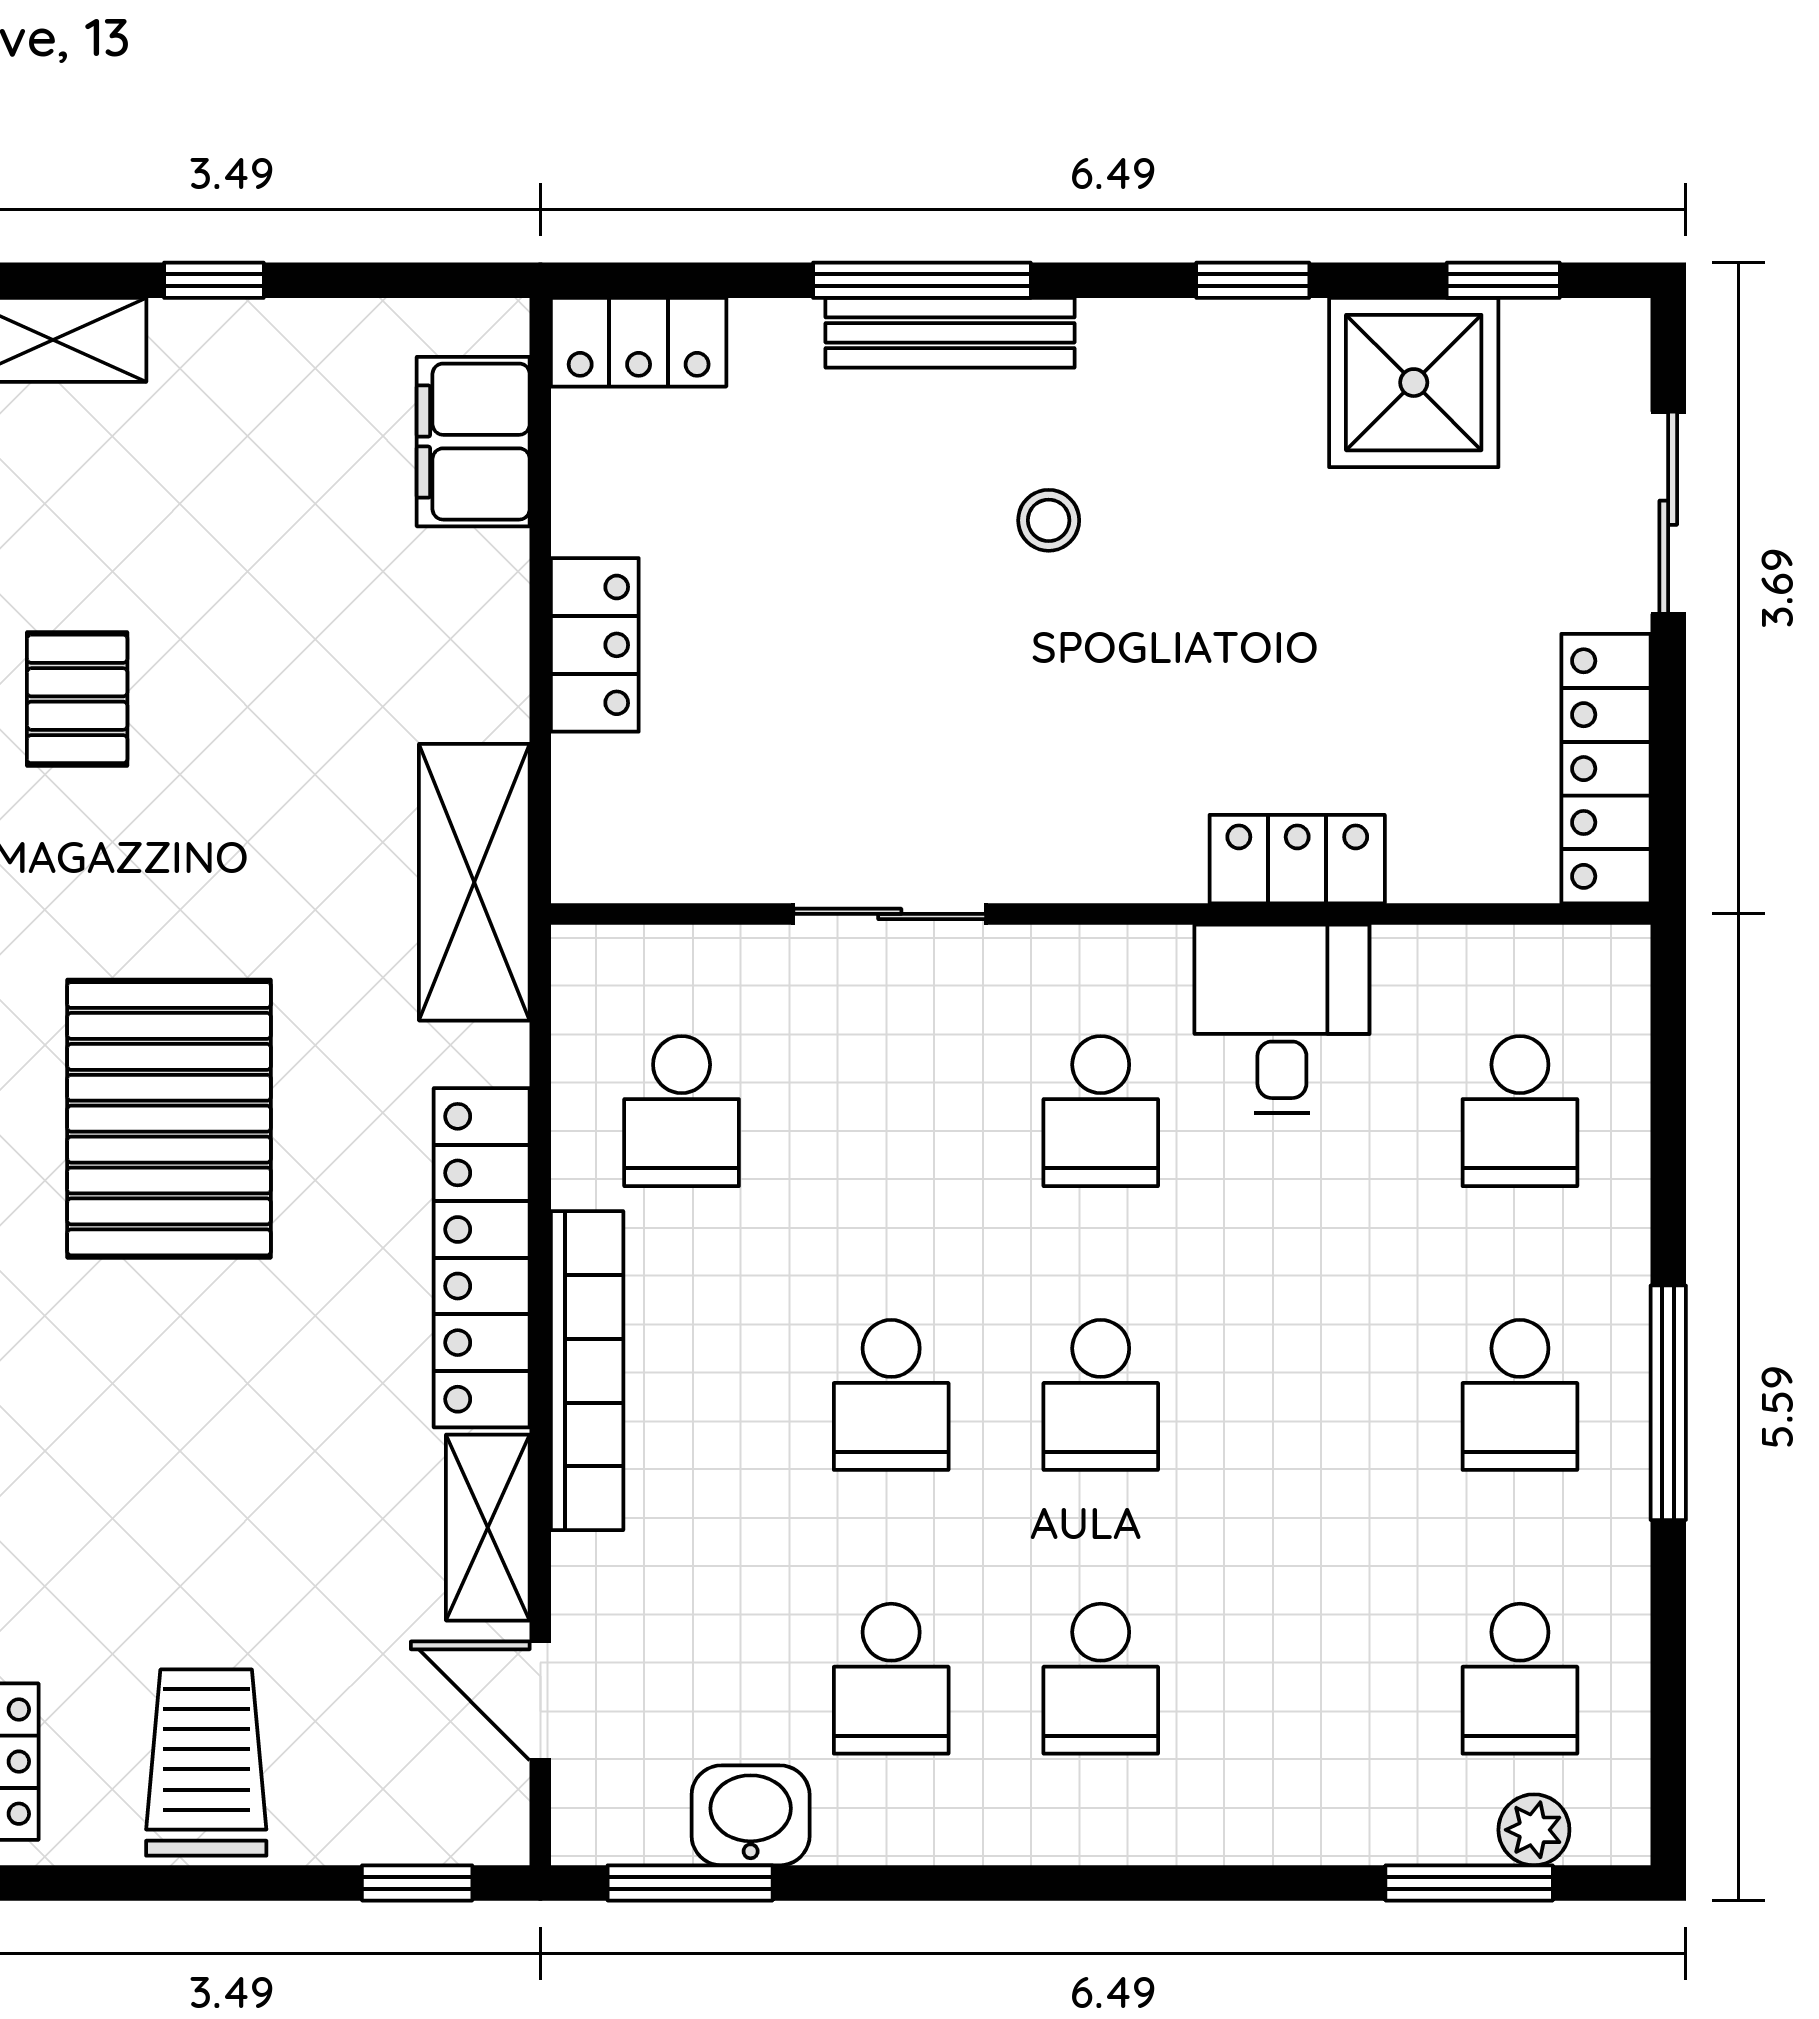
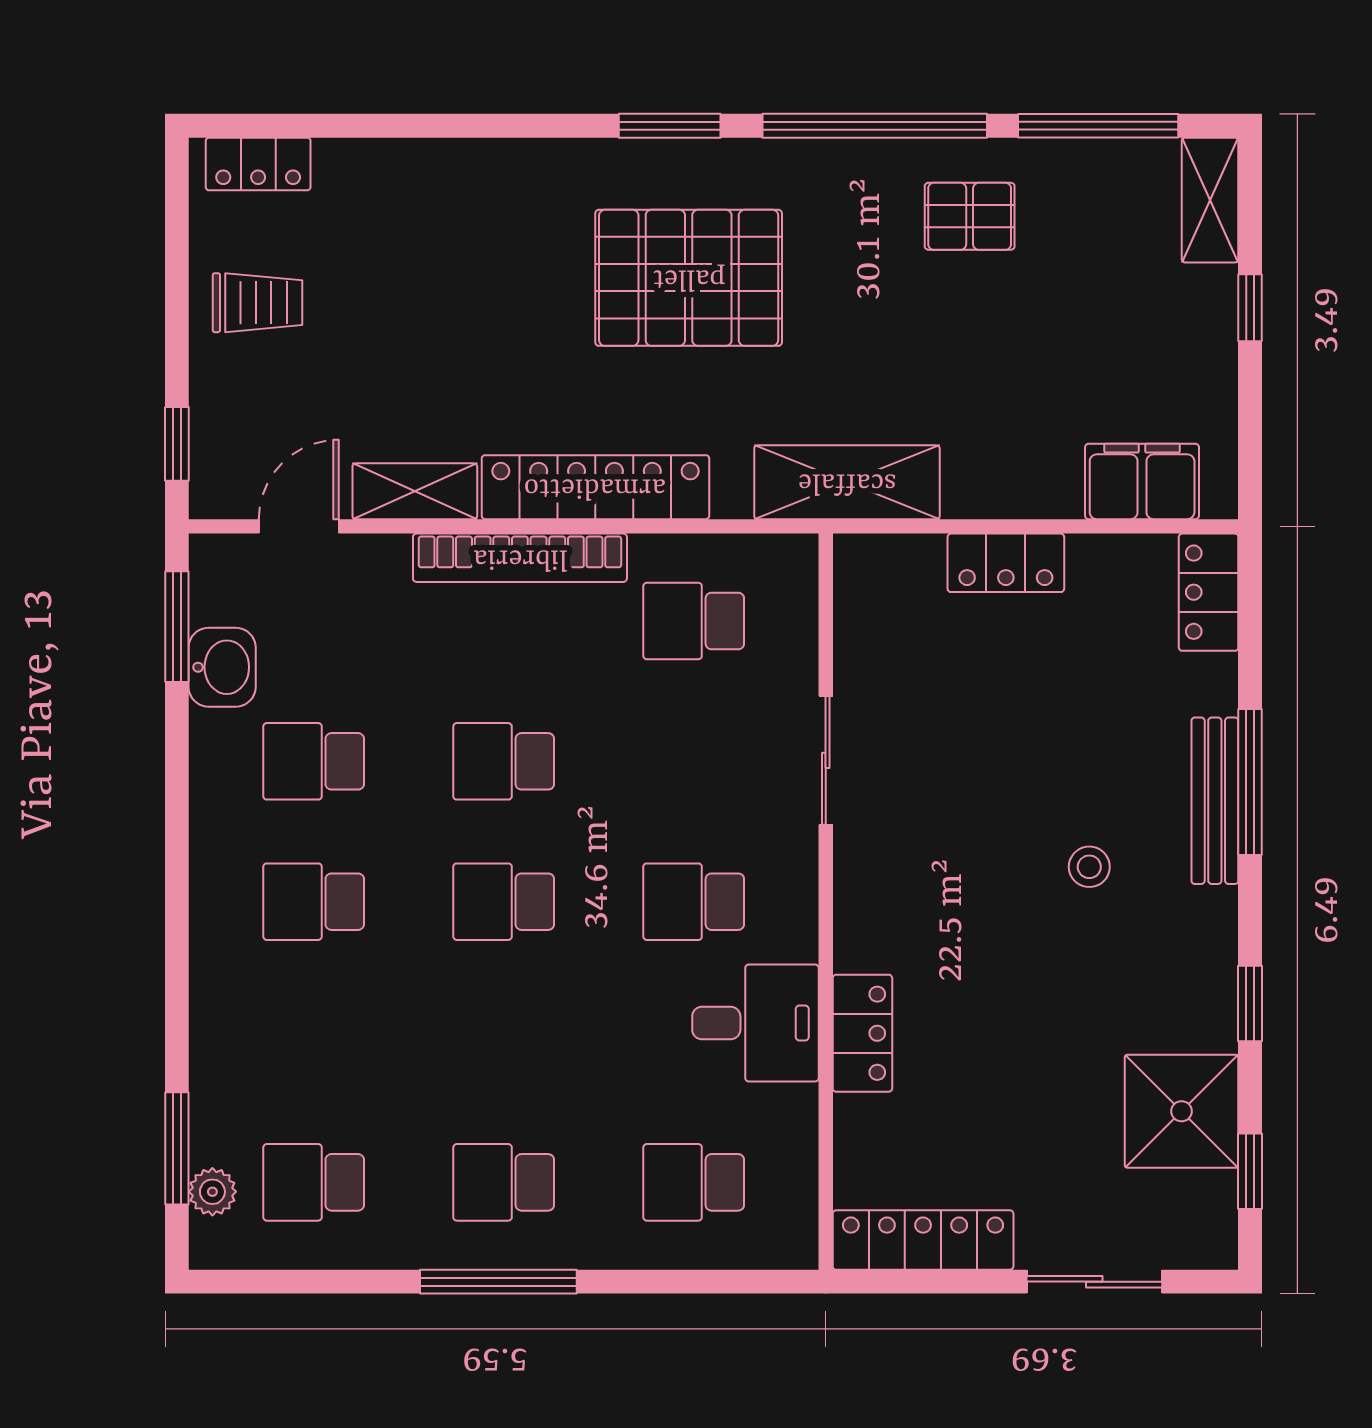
trolley: (206, 1763) -> (257, 303), width x0.73, depth x0.72

